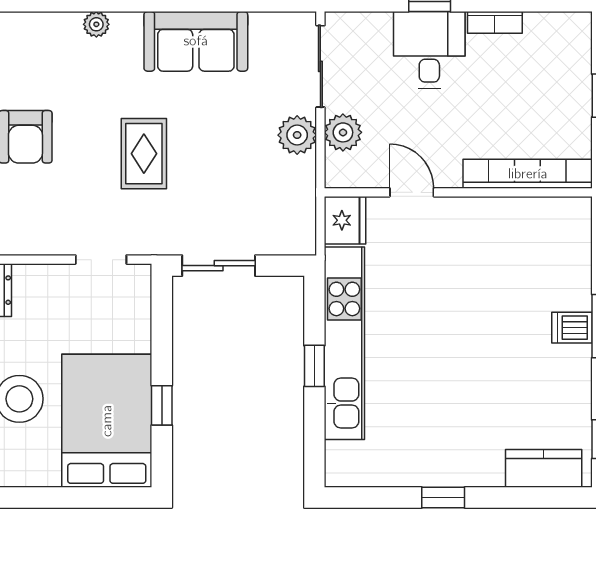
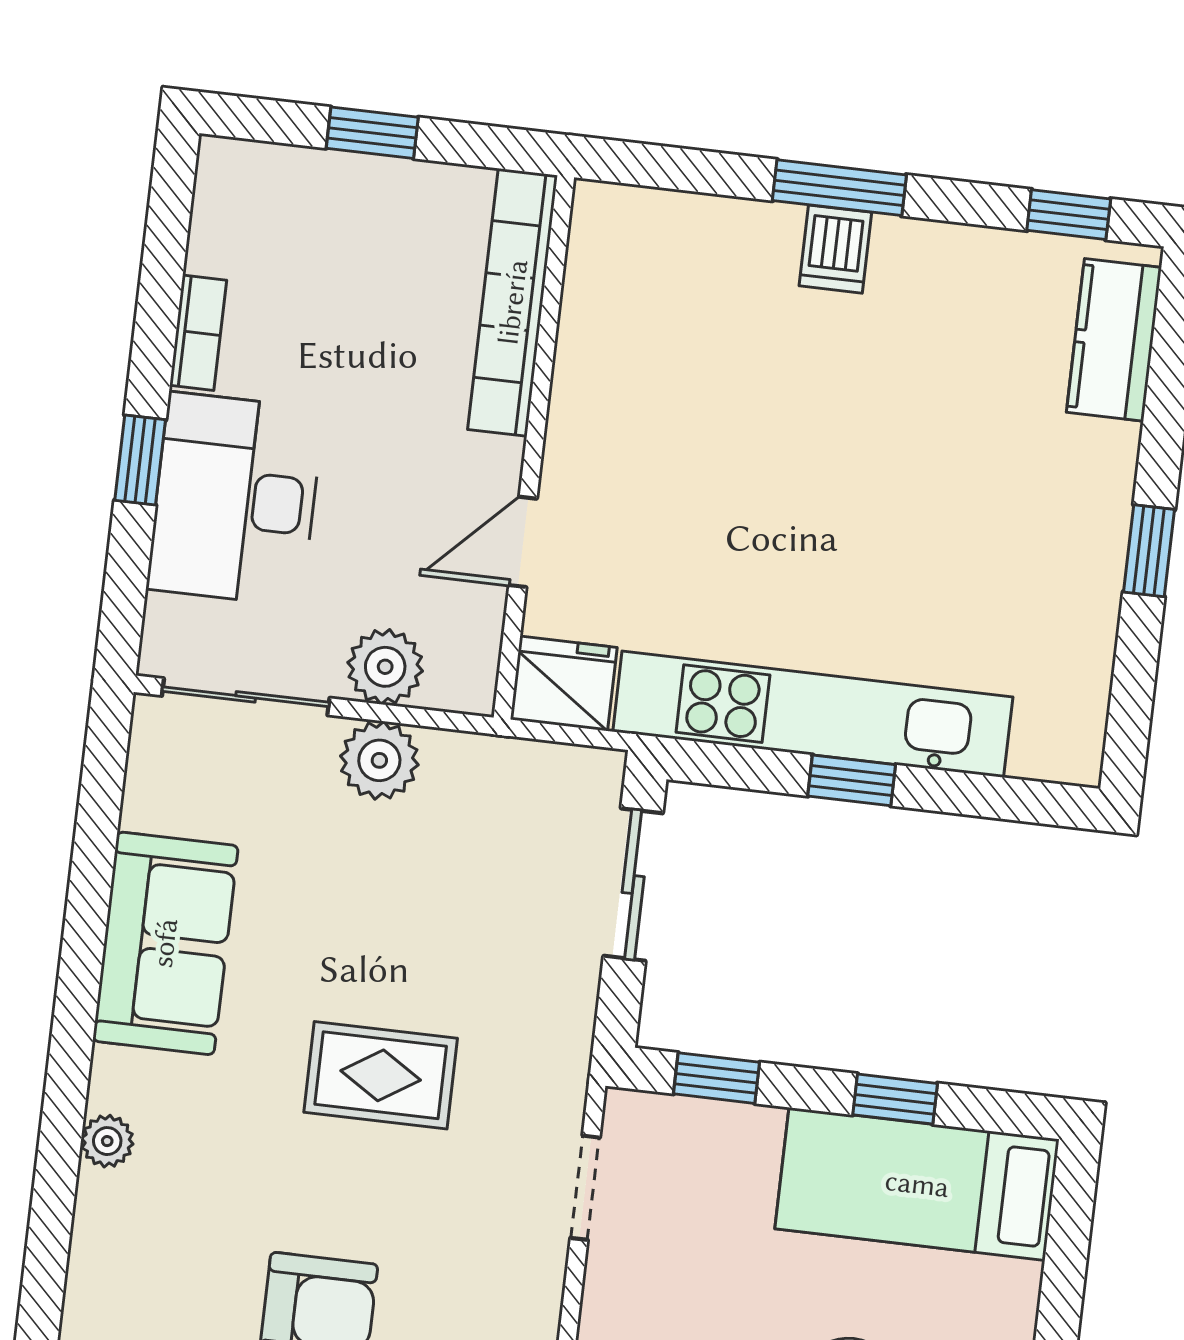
desk: (429, 50) -> (235, 499), width x1.37
sliding door: (219, 266) -> (633, 885), moved
window: (162, 317) -> (716, 1078), added
bed: (107, 421) -> (917, 1184), width x0.67

